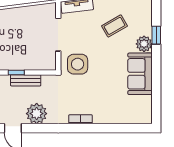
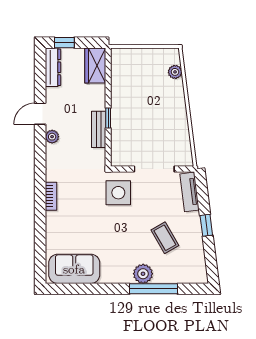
window: (156, 35) -> (154, 289), width x2.17
sofa: (140, 74) -> (74, 269), moved
plant: (37, 114) -> (52, 137), width x0.53, depth x0.53

